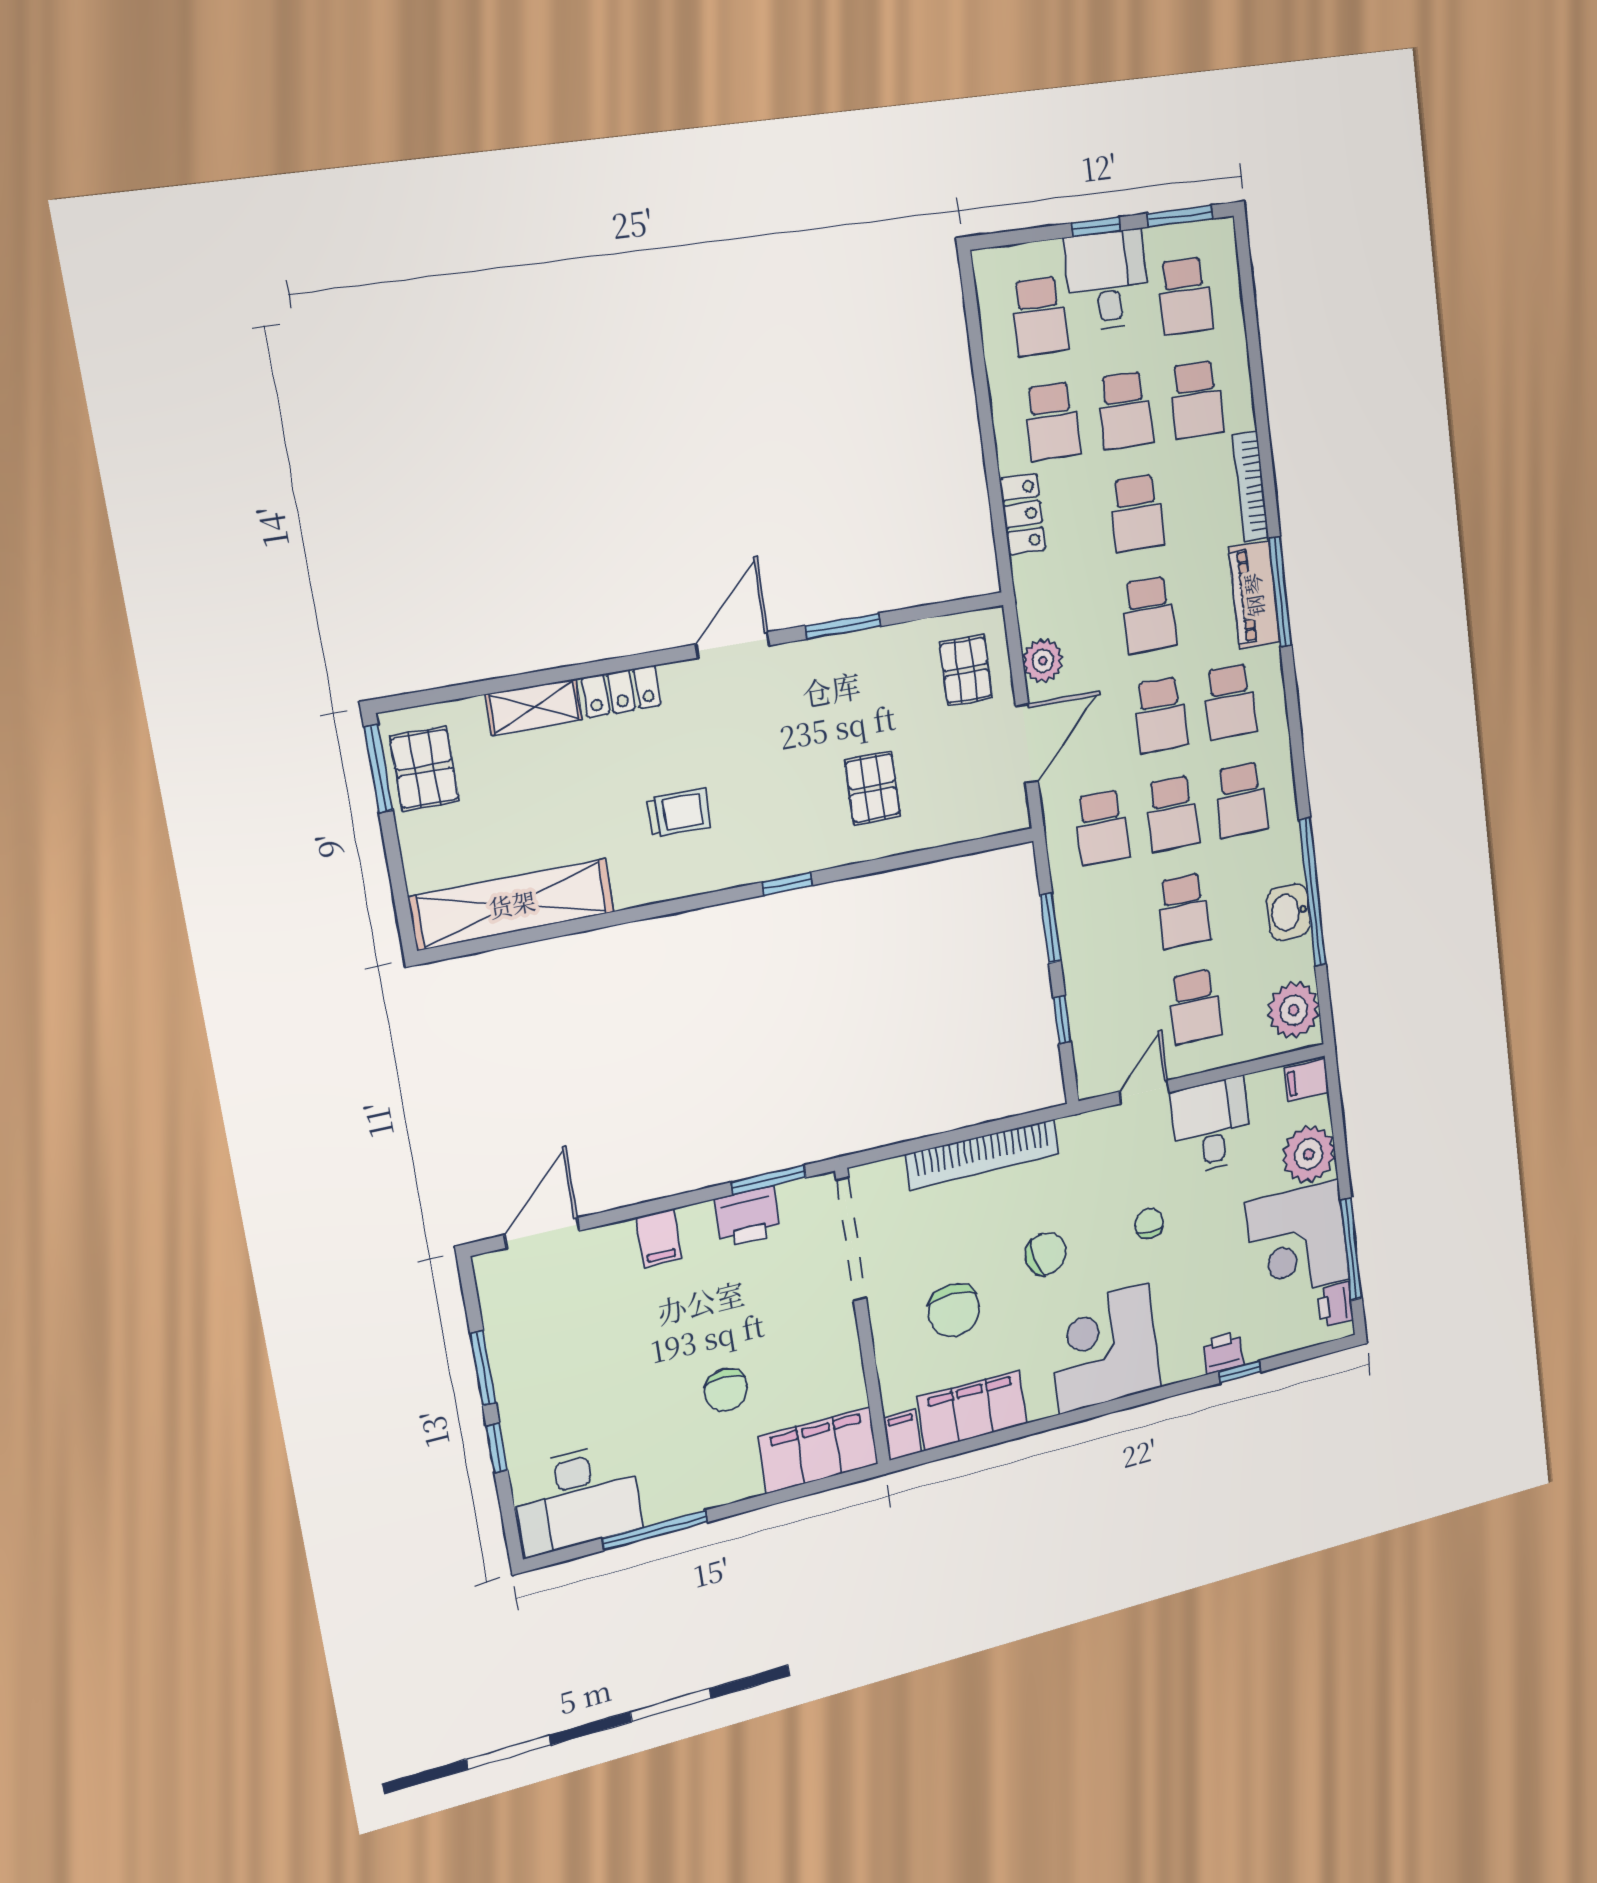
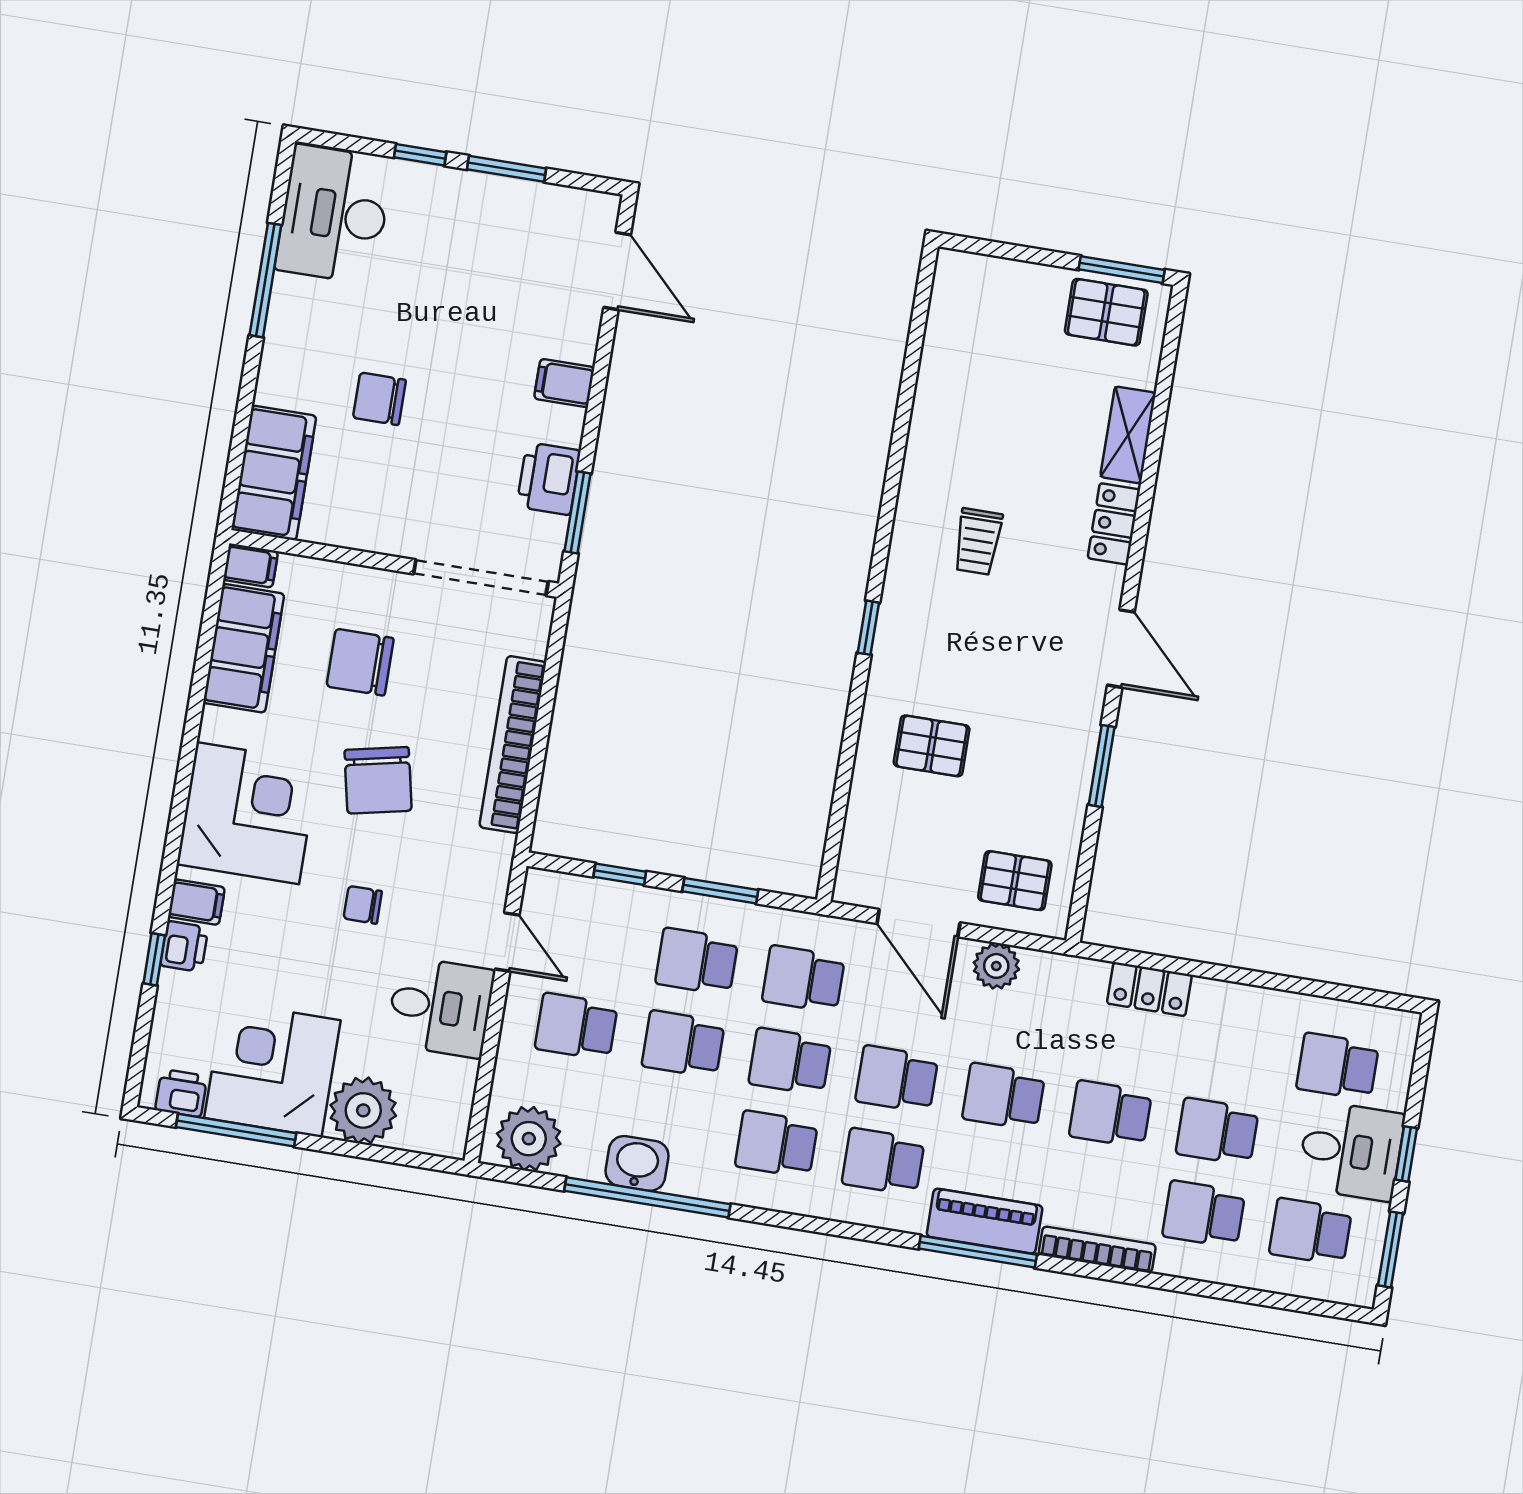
school desk: (1052, 421) -> (697, 961), moved
shelving: (512, 904) -> (948, 351), removed
filing cabinet: (1307, 1080) -> (196, 902), moved, turned 90
chair: (1149, 1223) -> (363, 905), turned 180
chair: (1046, 1254) -> (378, 780), width x1.37, depth x1.37

